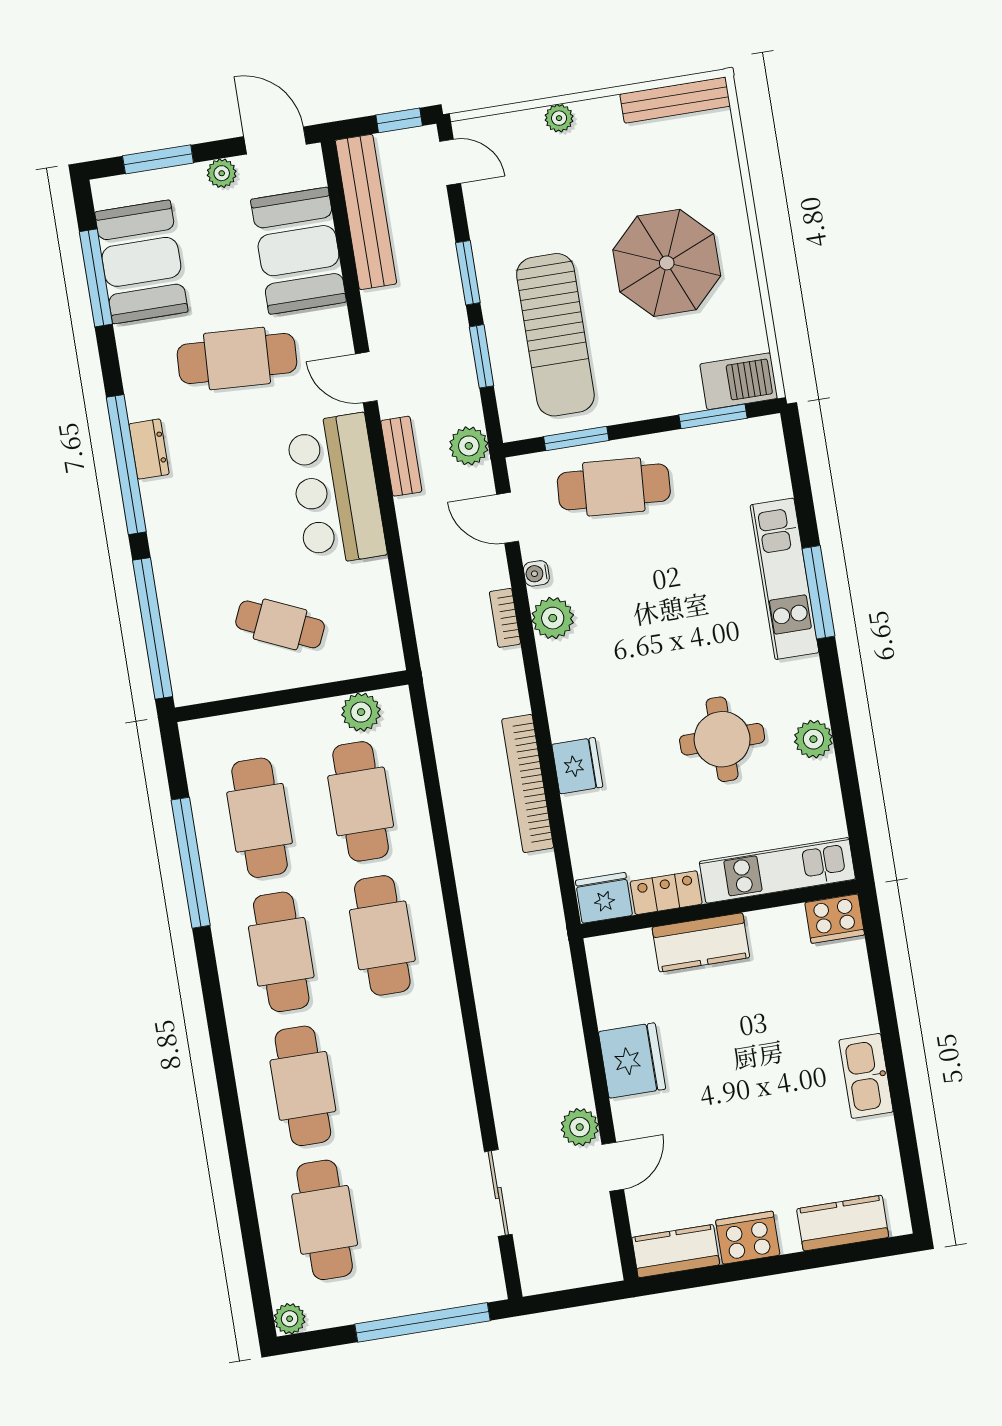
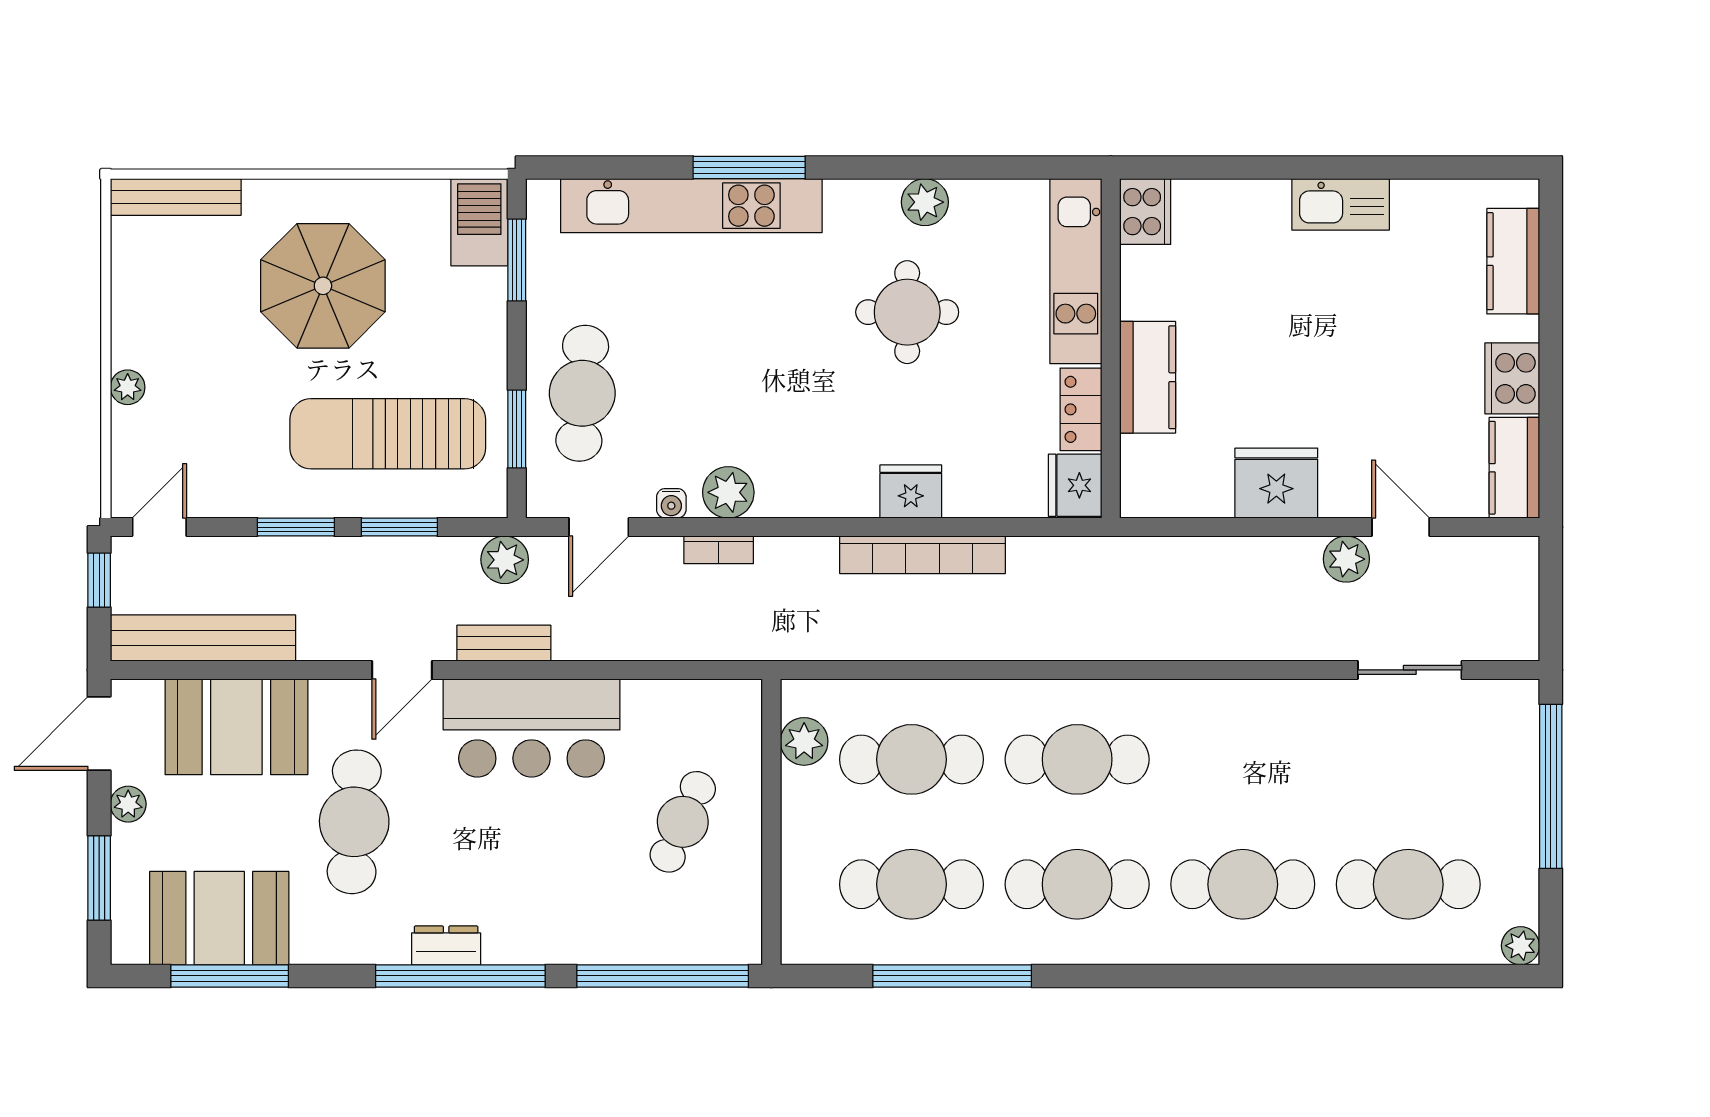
bench: (675, 100) -> (176, 197), moved, turned 90
sun lounger: (555, 335) -> (388, 434), turned 180
kitchen unit: (784, 579) -> (691, 206), width x1.36

